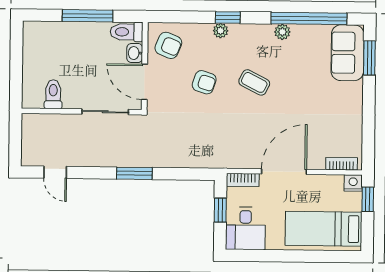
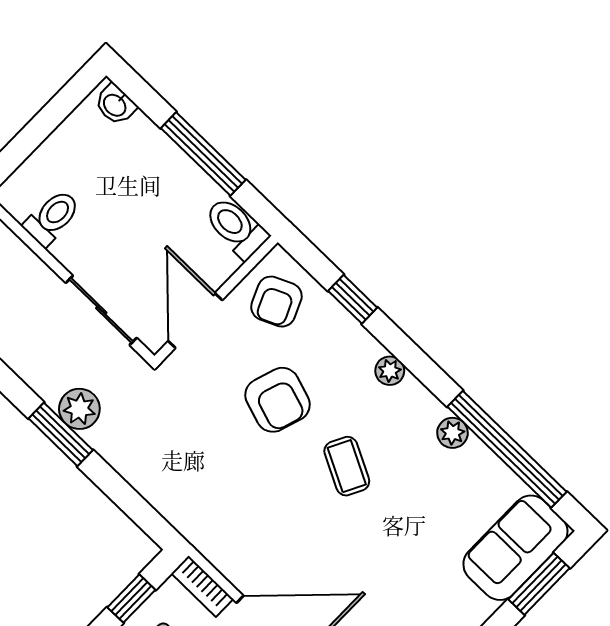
window: (228, 17) -> (353, 299), moved
plant: (221, 31) -> (390, 371), moved
armchair: (168, 45) -> (276, 302), turned 44
washbasin: (135, 53) -> (115, 105), moved, turned -90
armchair: (204, 82) -> (278, 400), width x1.38, depth x1.38
plant: (132, 157) -> (79, 409), added

